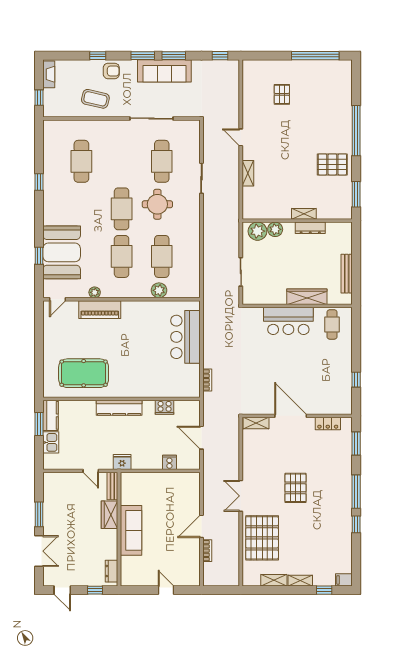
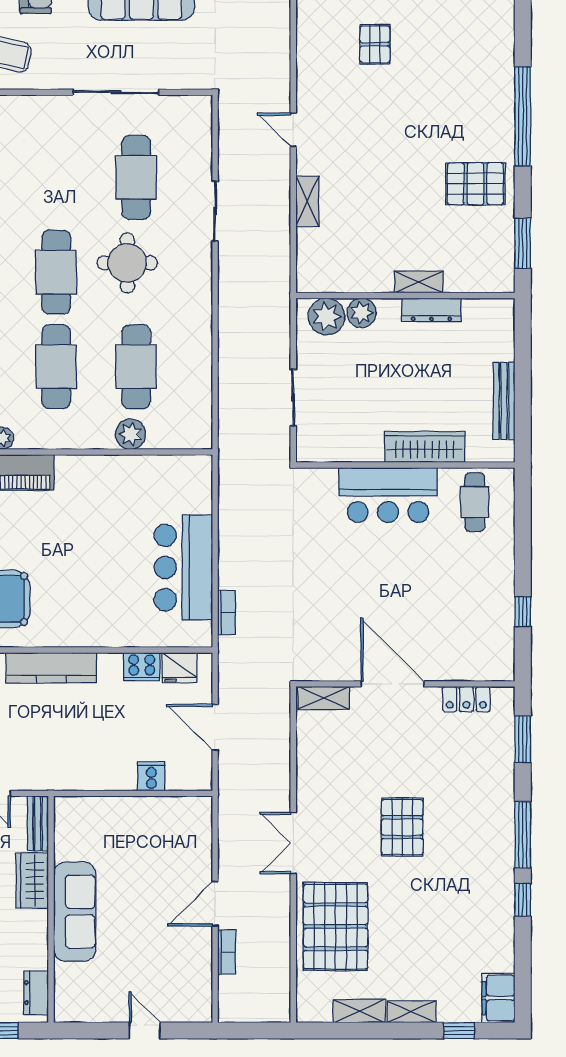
bar counter: (186, 337) -> (183, 567), moved
fridge: (122, 462) -> (180, 668), moved, turned 180
filing cabinet: (344, 580) -> (498, 998), width x2.00

